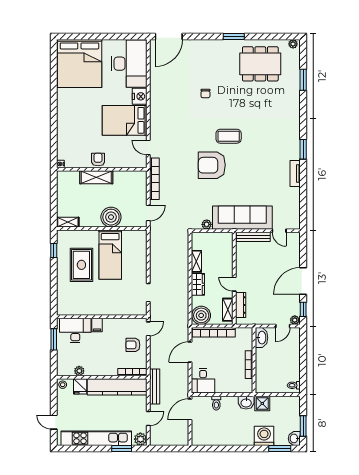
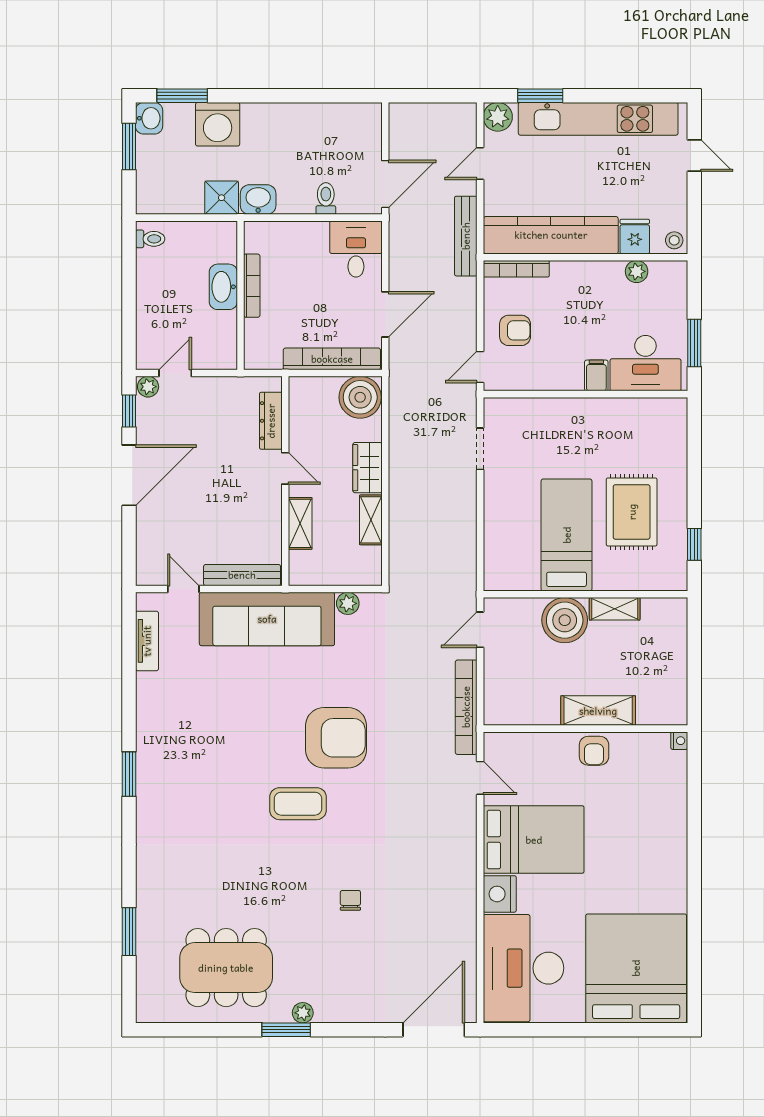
plant: (293, 44) -> (303, 1013), moved
tv unit: (295, 173) -> (147, 641), moved
shelving: (68, 222) -> (615, 609), moved
shelving: (228, 310) -> (300, 523), moved
washbasin: (262, 338) -> (223, 287), moved

